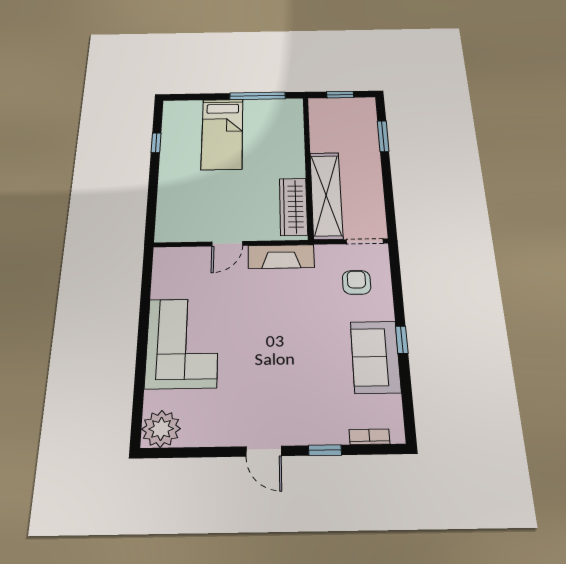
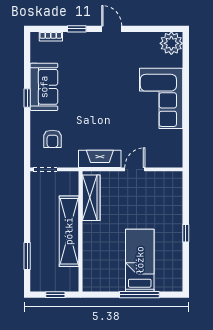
window: (258, 96) -> (139, 295), moved
window: (156, 143) -> (186, 233), moved
shelving: (326, 195) -> (69, 231), moved

